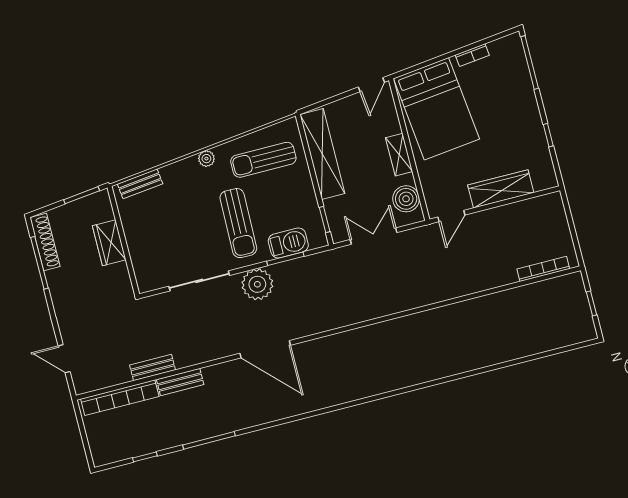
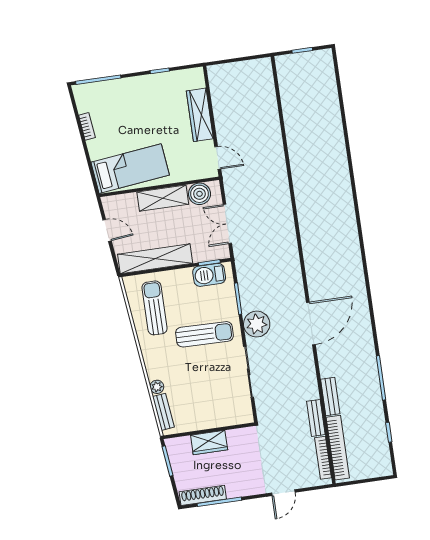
door: (371, 85) -> (107, 230), moved
bed: (436, 109) -> (130, 169), width x0.67
shelving: (399, 155) -> (163, 198), width x1.50, depth x1.33
plant: (206, 159) -> (157, 387), moved
sun lounger: (263, 160) -> (155, 308), turned 180
barbecue: (288, 243) -> (209, 275), moved, turned -90
bookcase: (543, 269) -> (323, 458), moved
door: (64, 359) -> (283, 493), moved

